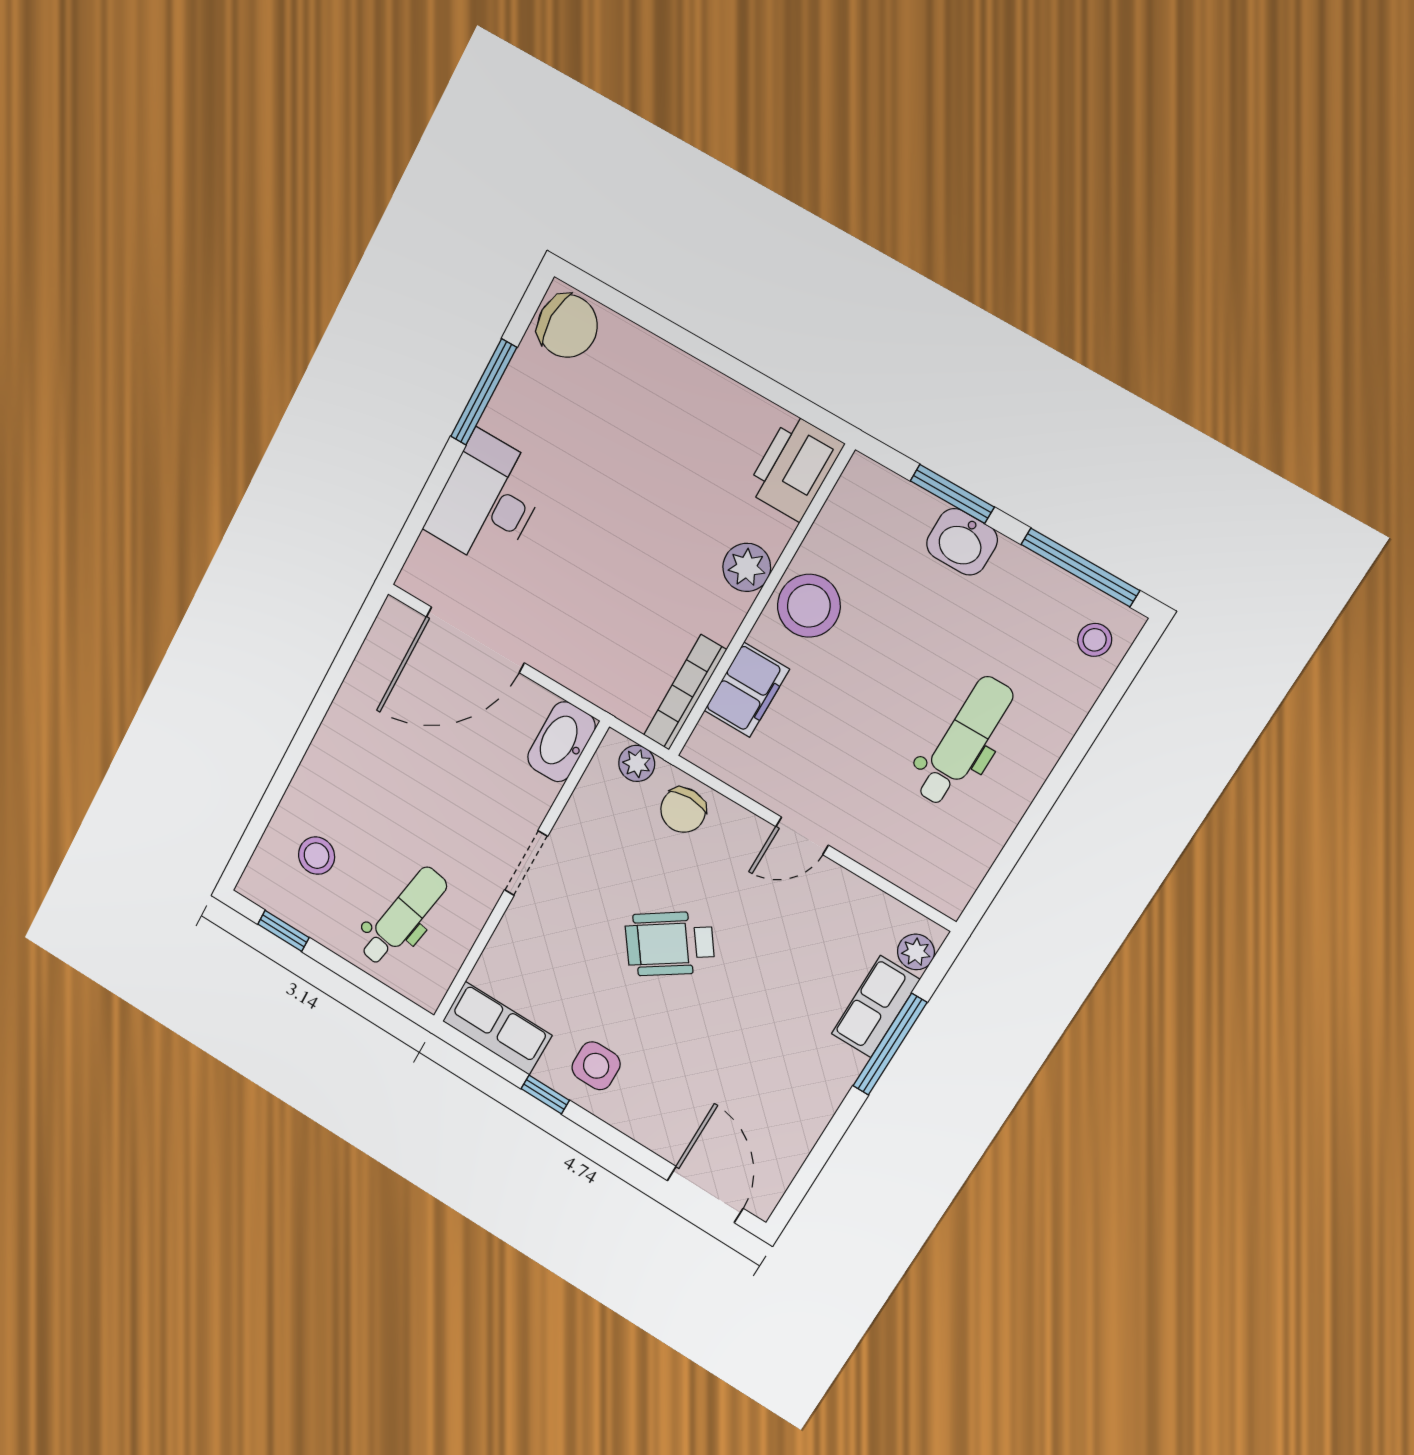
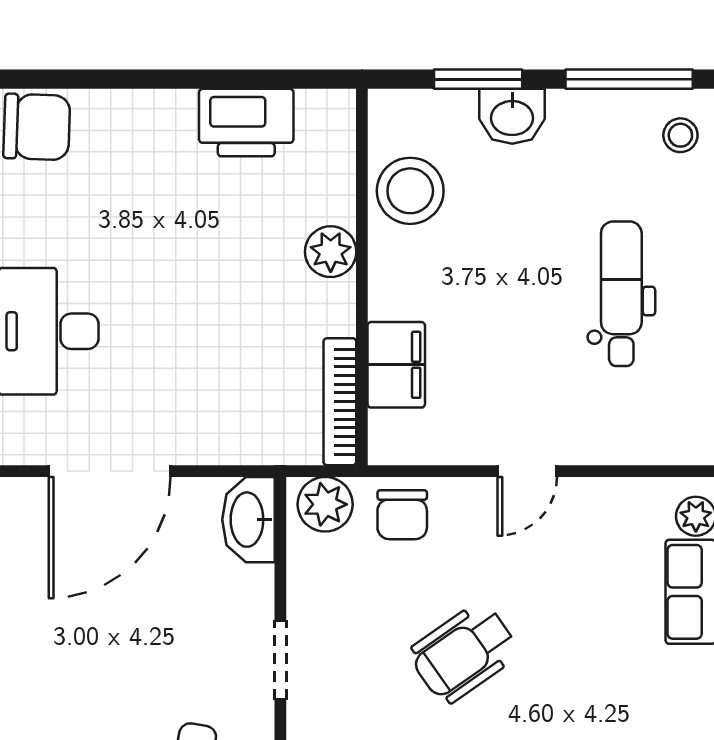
printer: (795, 467) -> (246, 123), moved, turned -90
stool: (809, 606) -> (410, 191), moved
plant: (637, 763) -> (325, 504), width x1.38, depth x1.38

